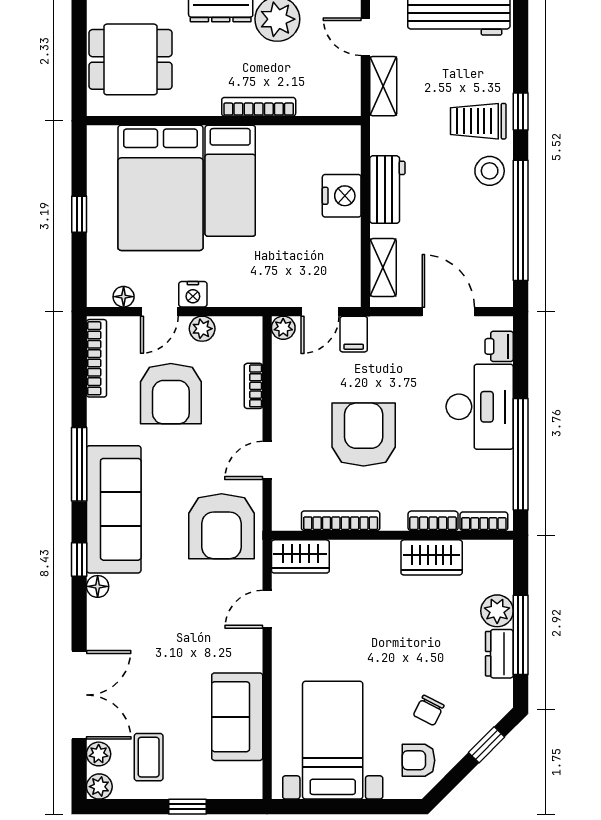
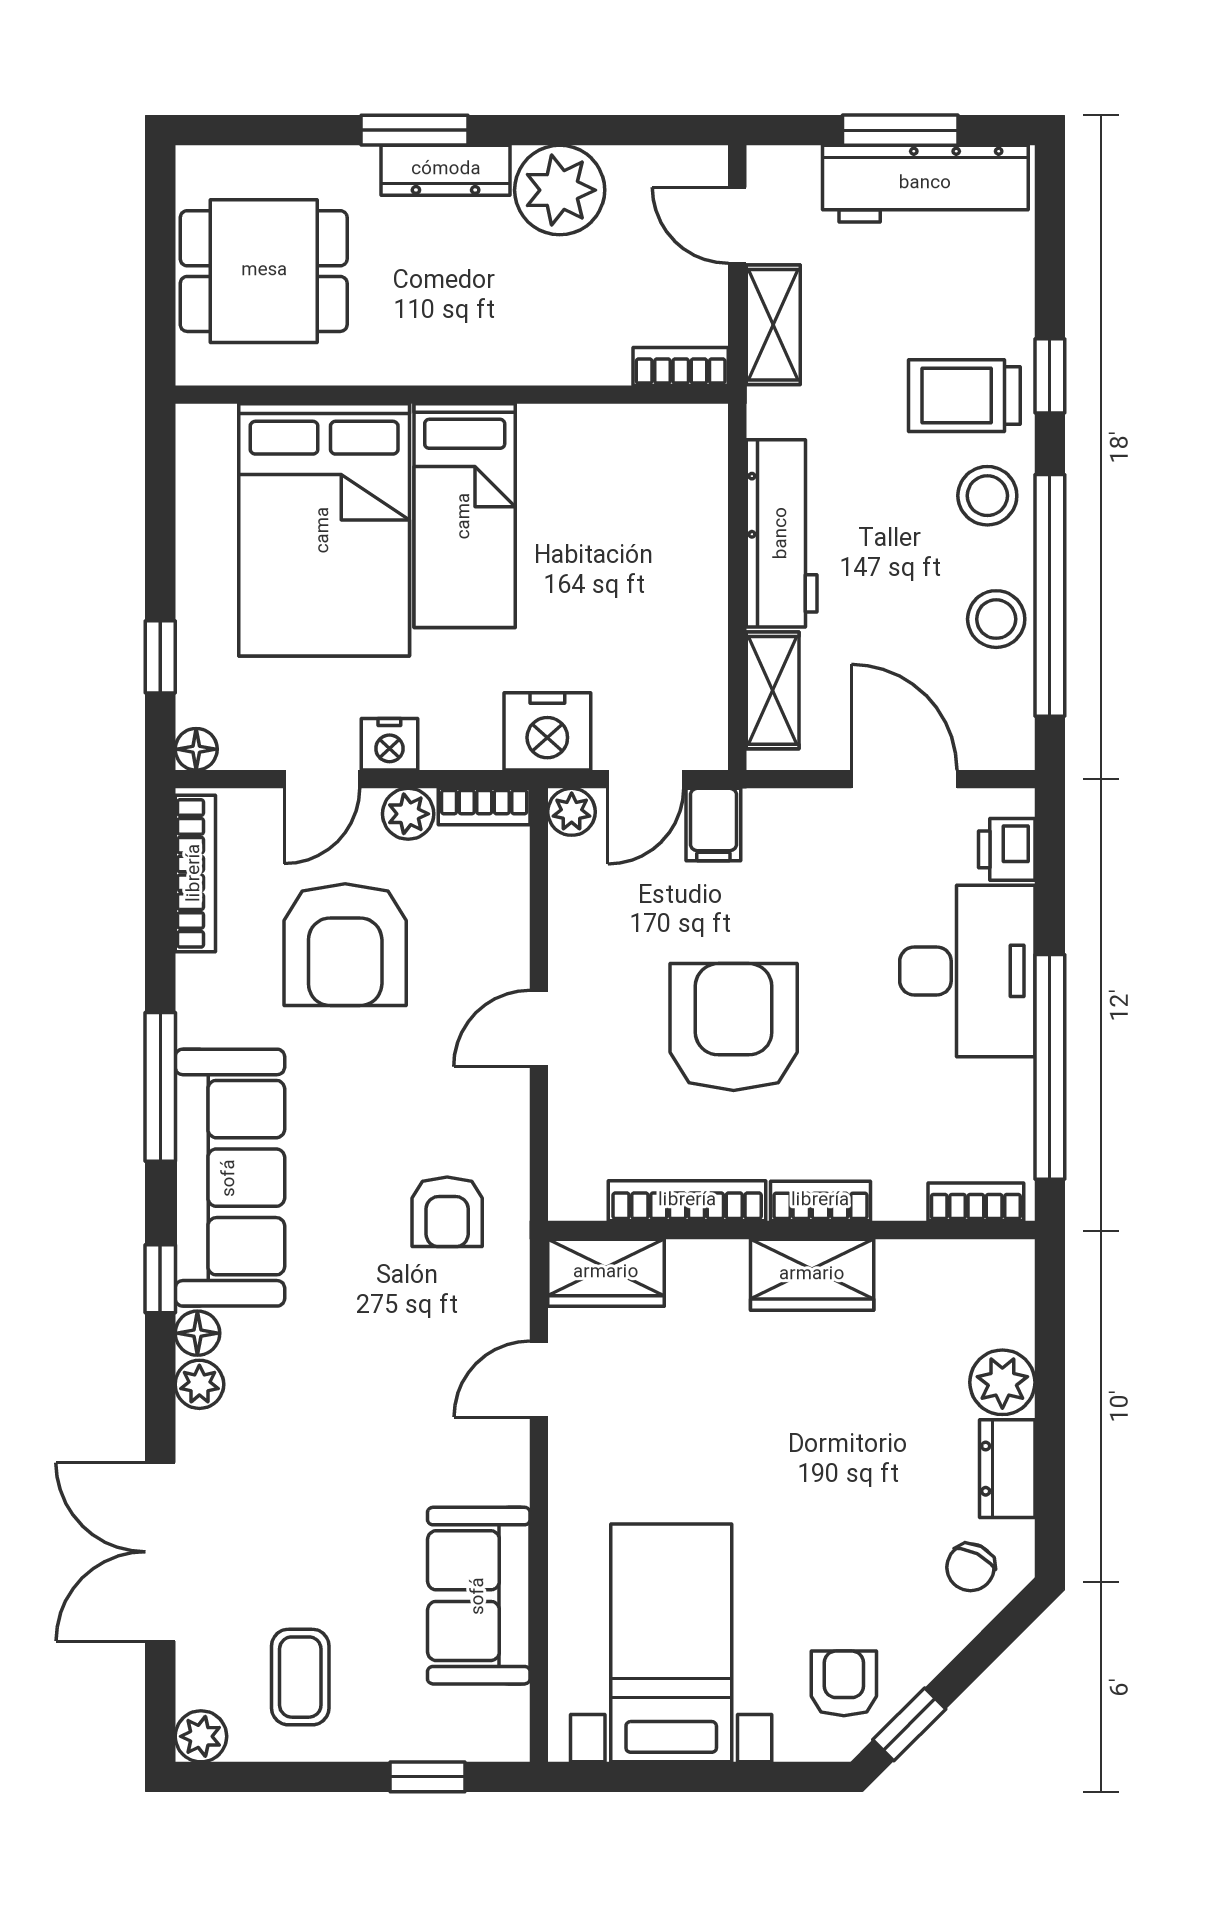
bookcase: (259, 107) -> (681, 366), moved, width x0.64
workbench: (387, 190) -> (782, 533), width x1.38
nightstand: (342, 196) -> (547, 731), moved, turned 90
window: (79, 214) -> (160, 657), moved
stool: (494, 232) -> (996, 619), added
floor lamp: (124, 297) -> (196, 749), moved
bookcase: (253, 386) -> (484, 806), moved, turned -90
door: (267, 460) -> (539, 1029), moved
bookcase: (433, 521) -> (820, 1201), moved
armchair: (222, 526) -> (447, 1212), width x0.53, depth x0.53
wardrobe: (432, 557) -> (812, 1275), moved
window: (521, 635) -> (1050, 1431), removed
double door: (79, 695) -> (160, 1552), swing flipped
chair: (429, 710) -> (970, 1567), moved
window: (487, 745) -> (909, 1724), moved
plant: (99, 754) -> (199, 1384), moved
armchair: (418, 760) -> (844, 1683), turned 90
window: (188, 807) -> (427, 1777), moved

